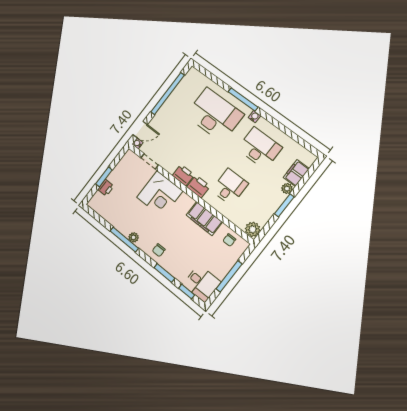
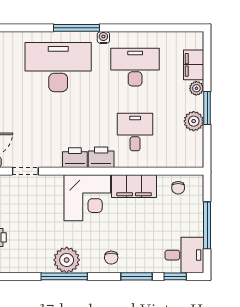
corner desk: (160, 194) -> (87, 198), moved
plant: (253, 229) -> (194, 121), moved
plant: (134, 237) -> (67, 260), width x1.87, depth x1.87

